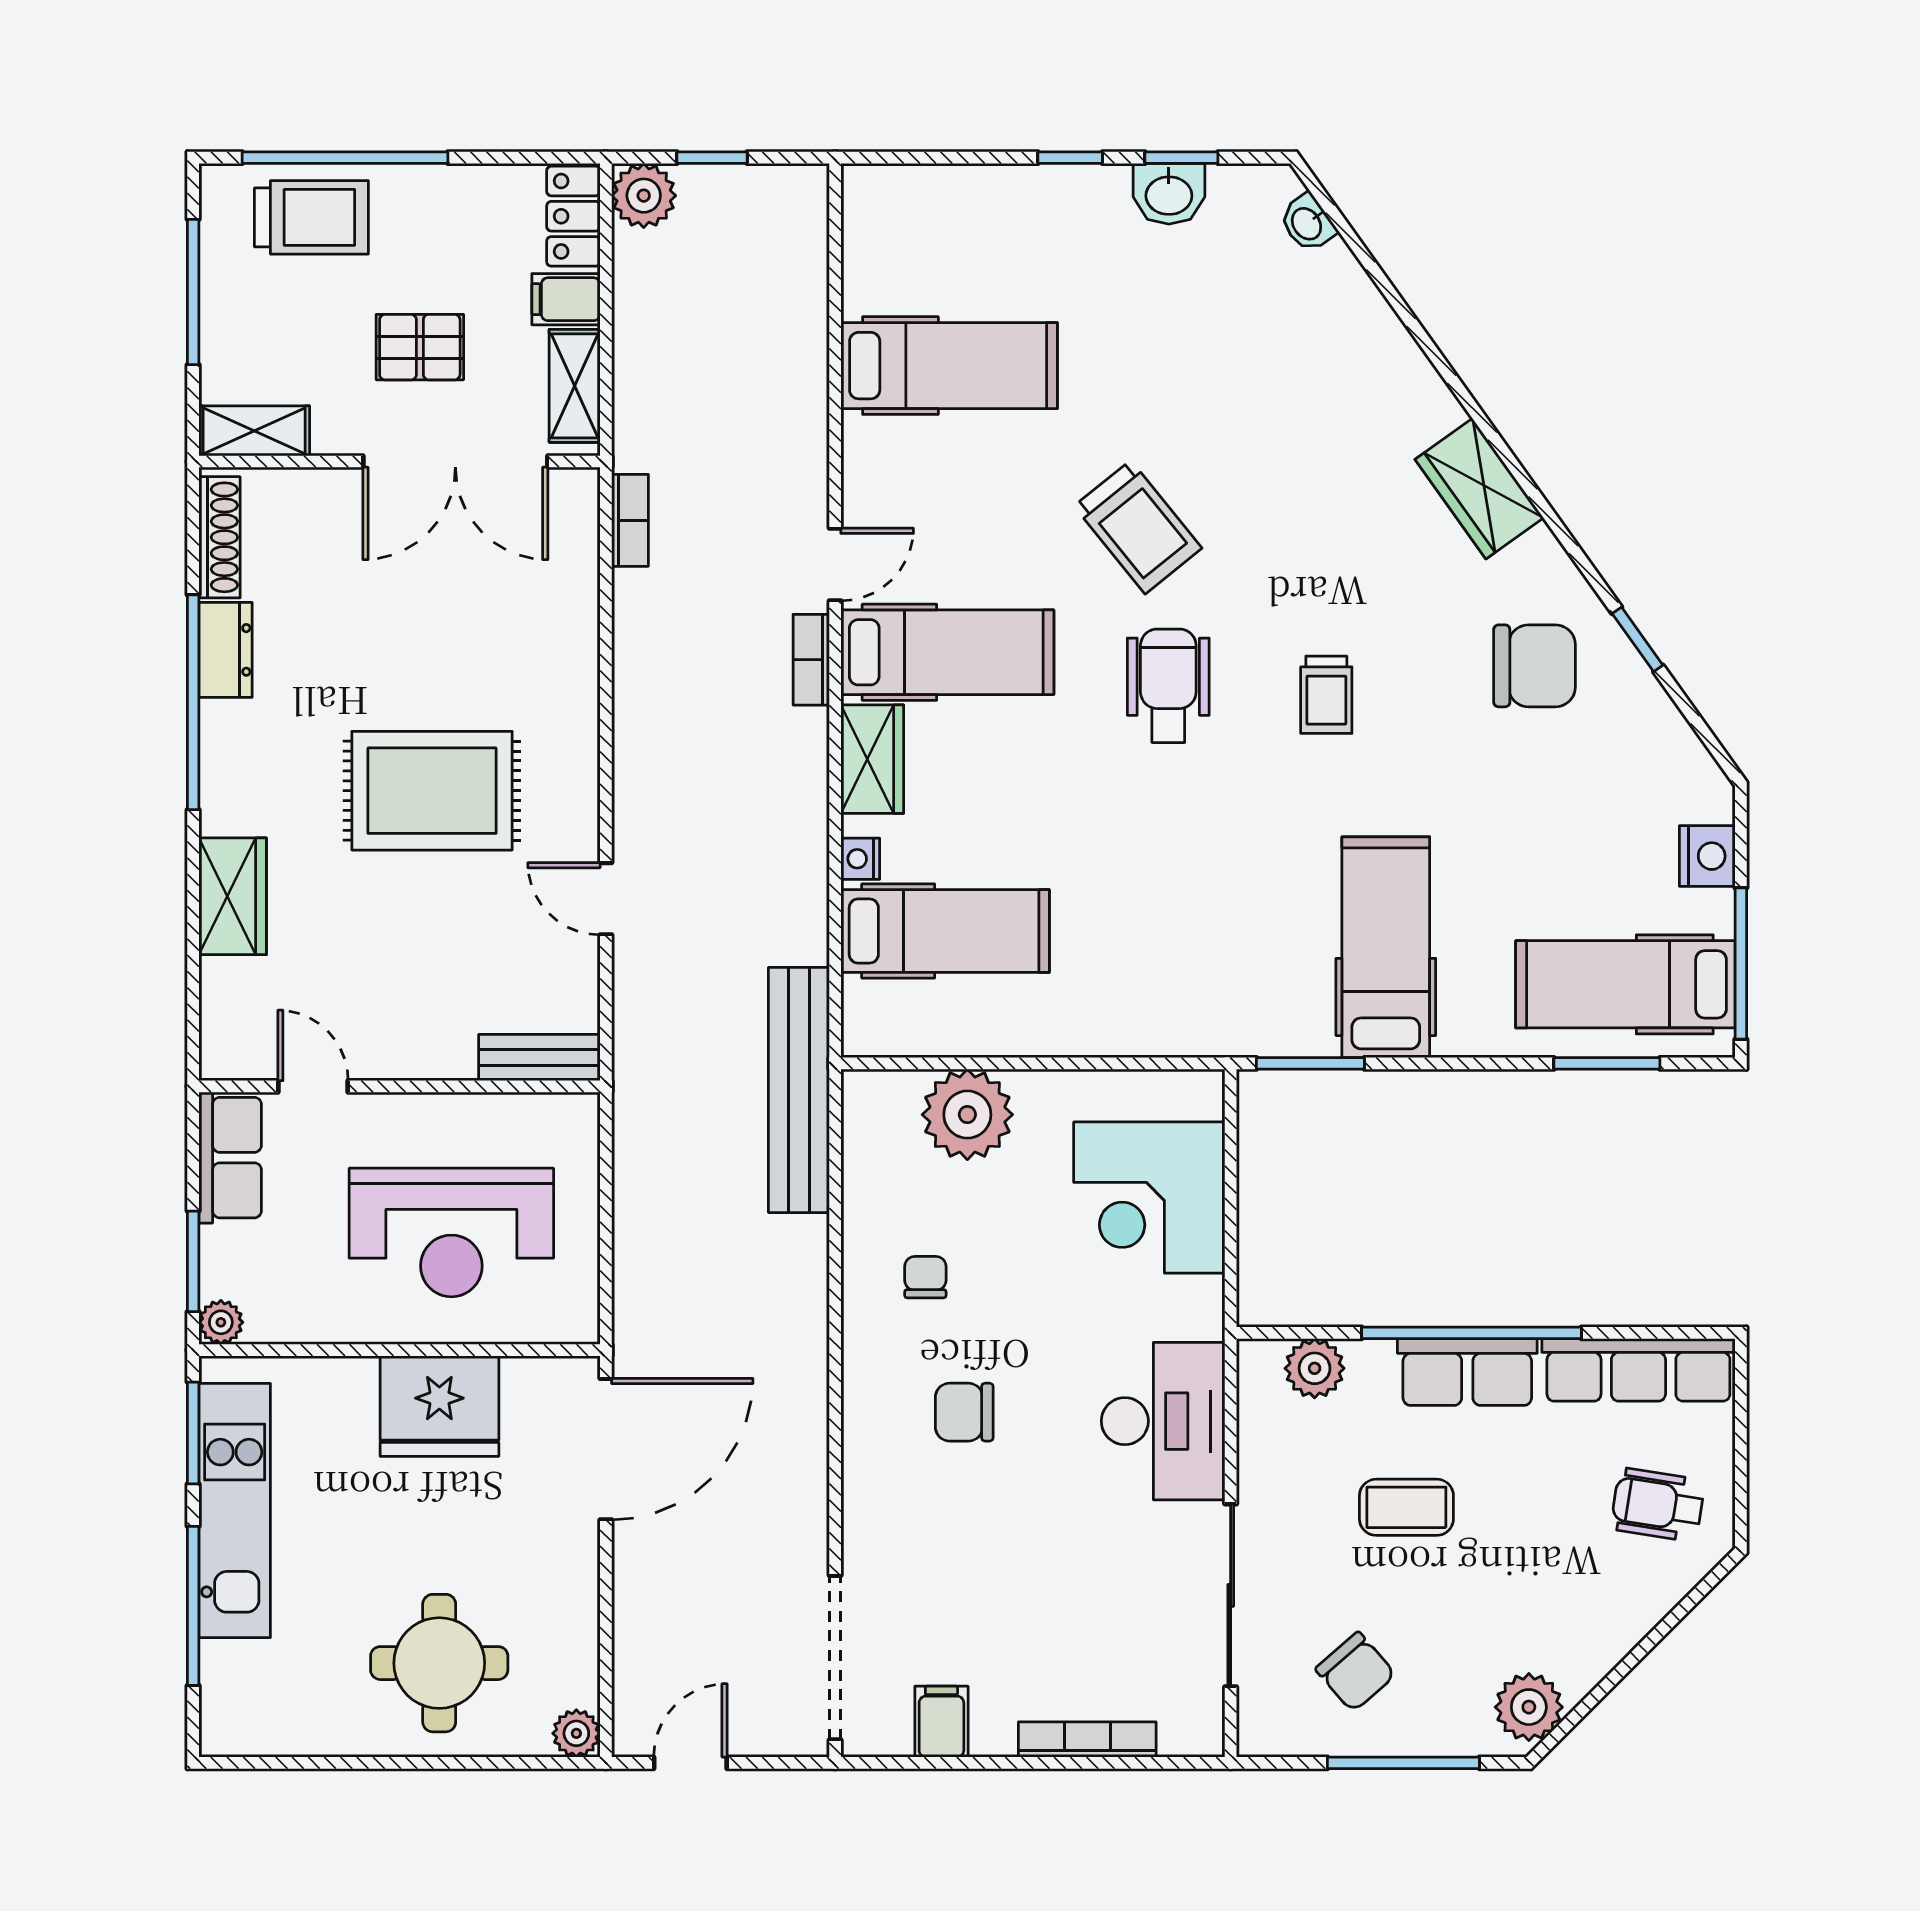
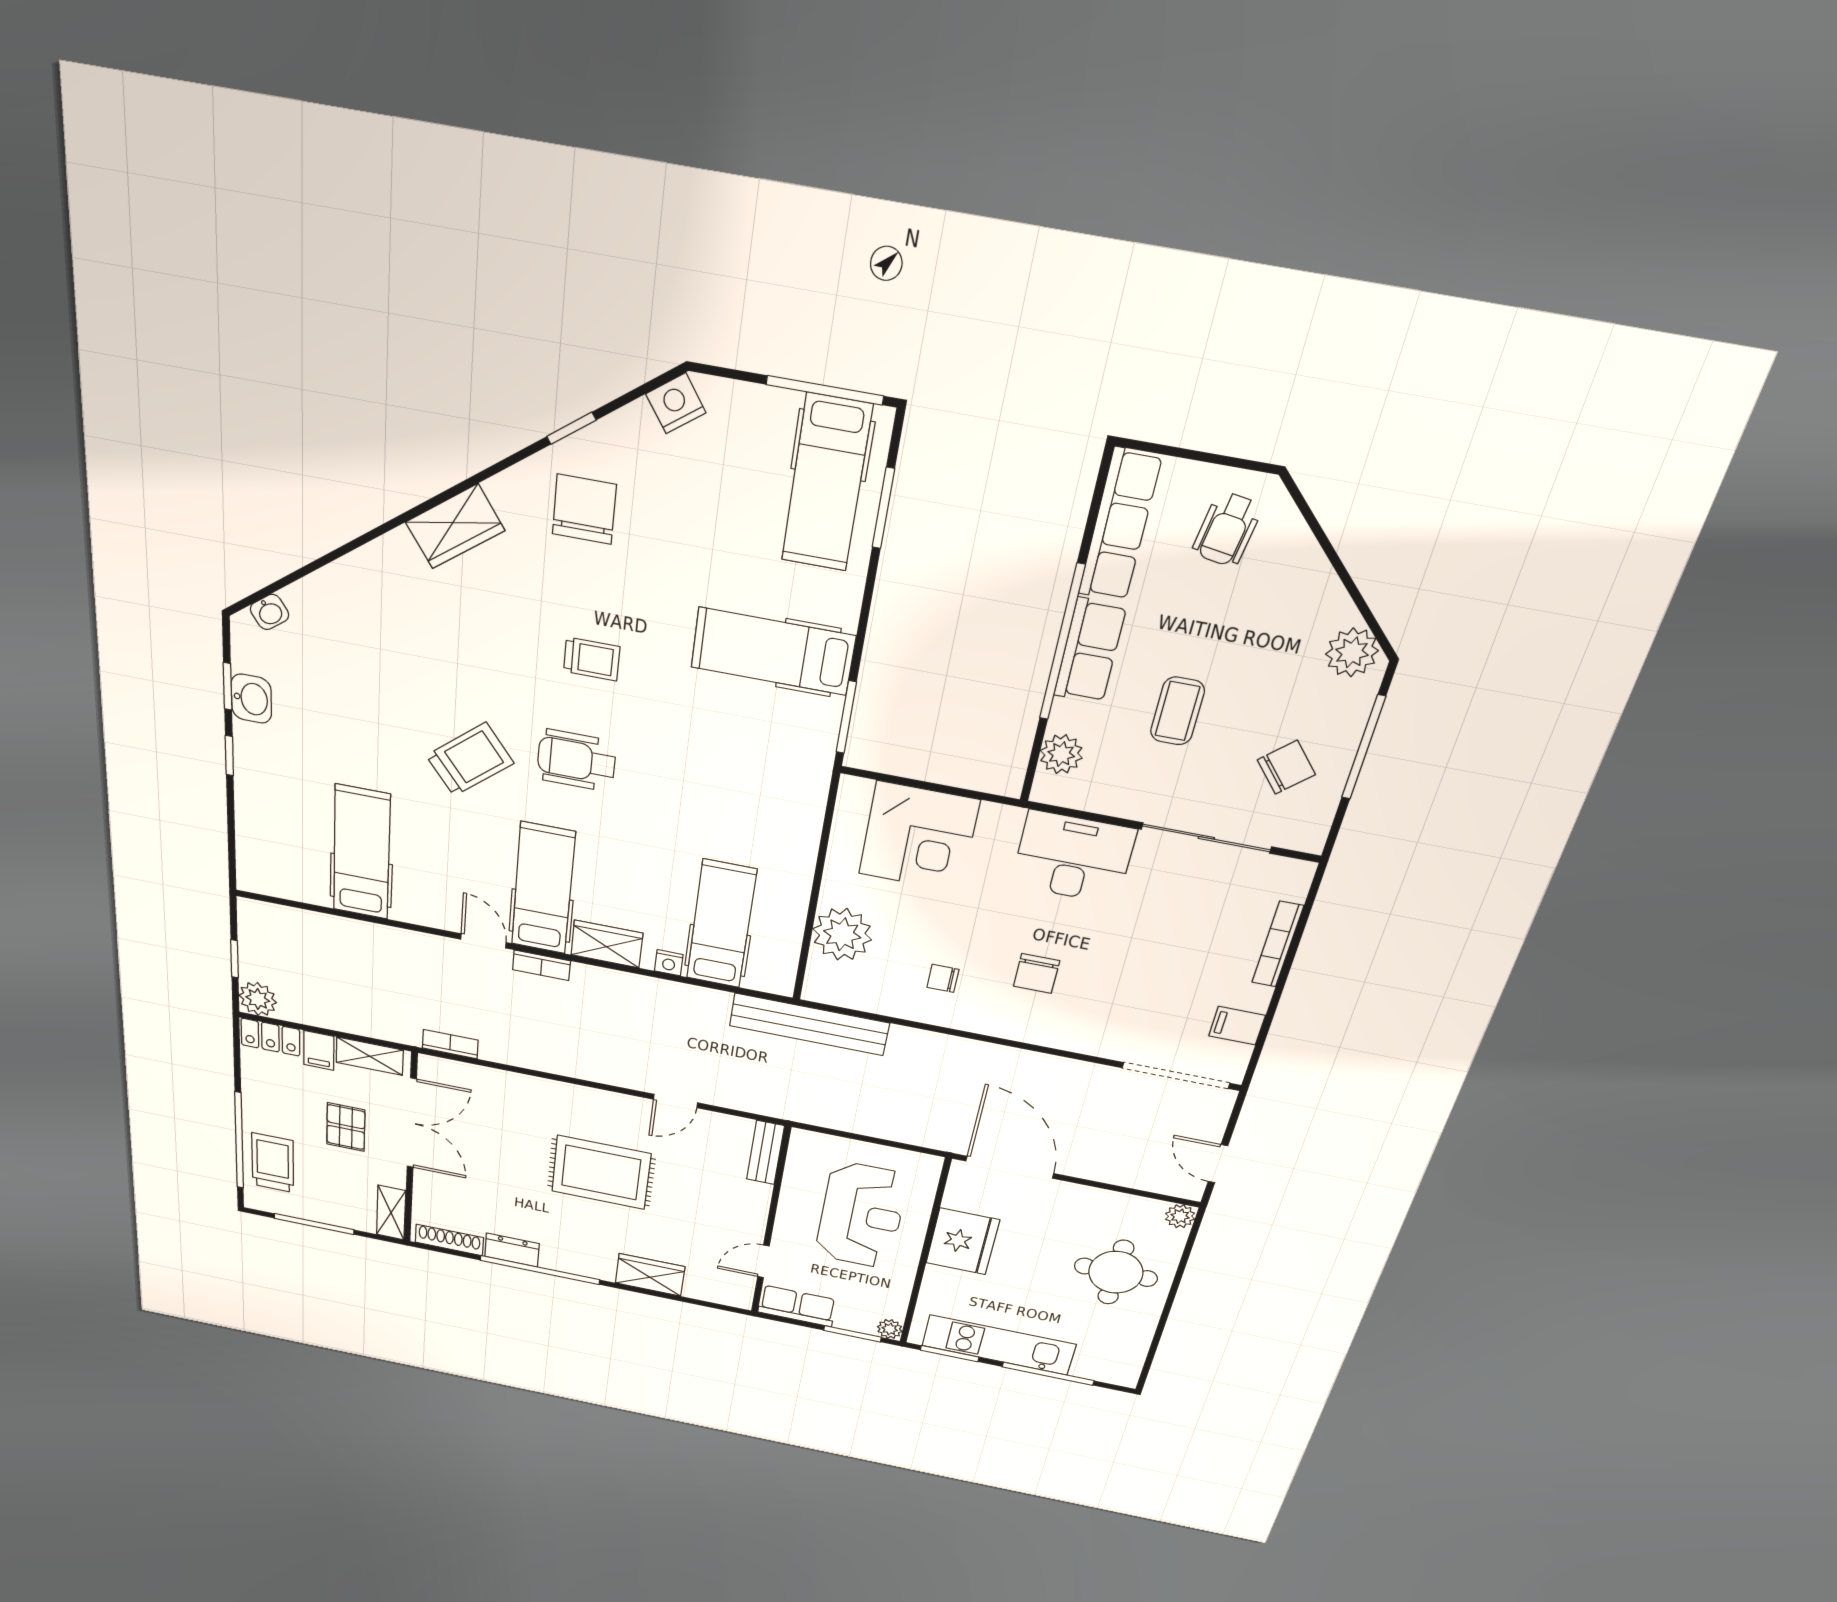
rug: (432, 791) -> (601, 1172), turned 90
nightstand: (1707, 856) -> (676, 403), moved, turned -36

